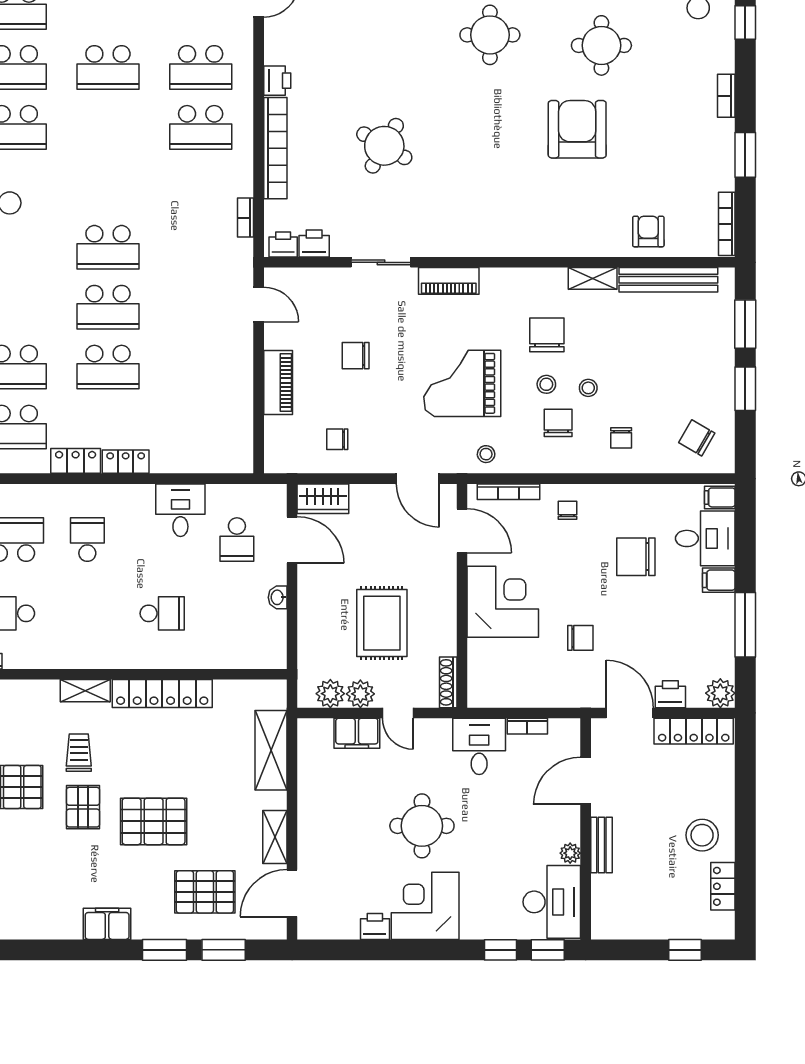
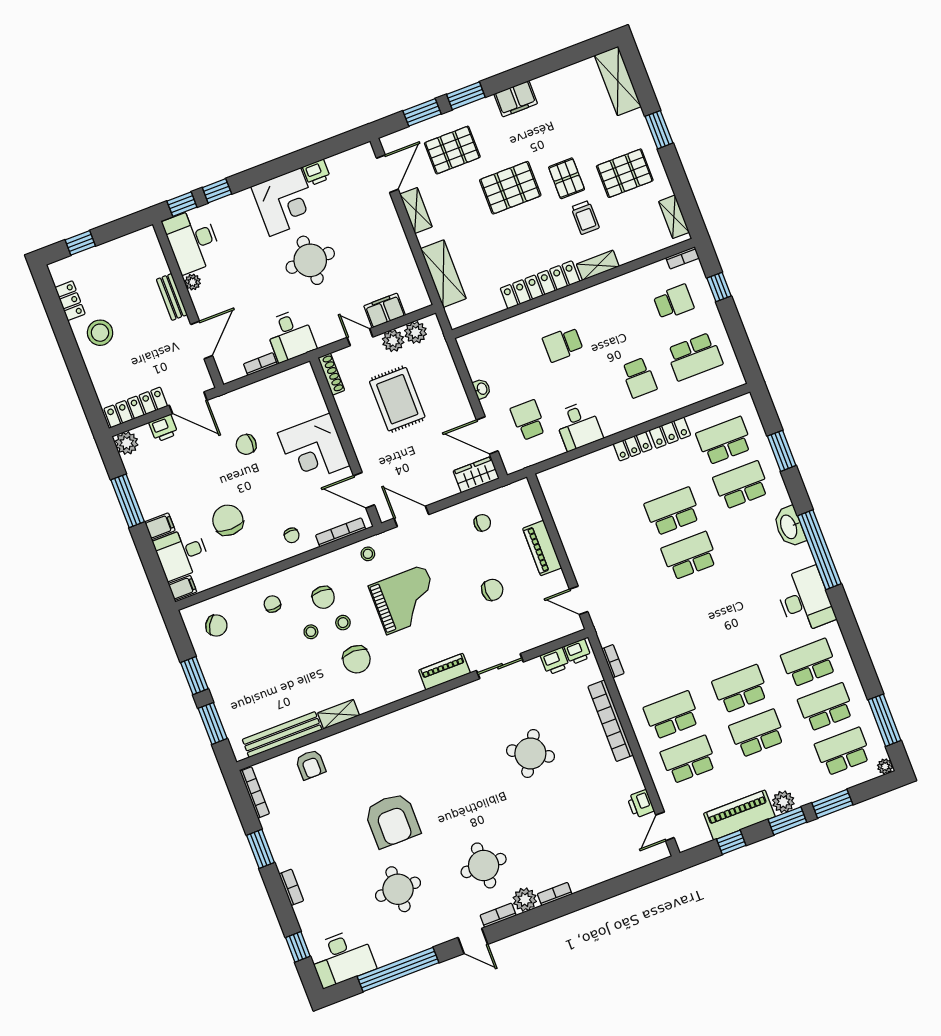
printer: (277, 81) -> (641, 804), moved
school desk: (108, 247) -> (740, 689), moved
chair: (636, 557) -> (228, 520), turned -90

